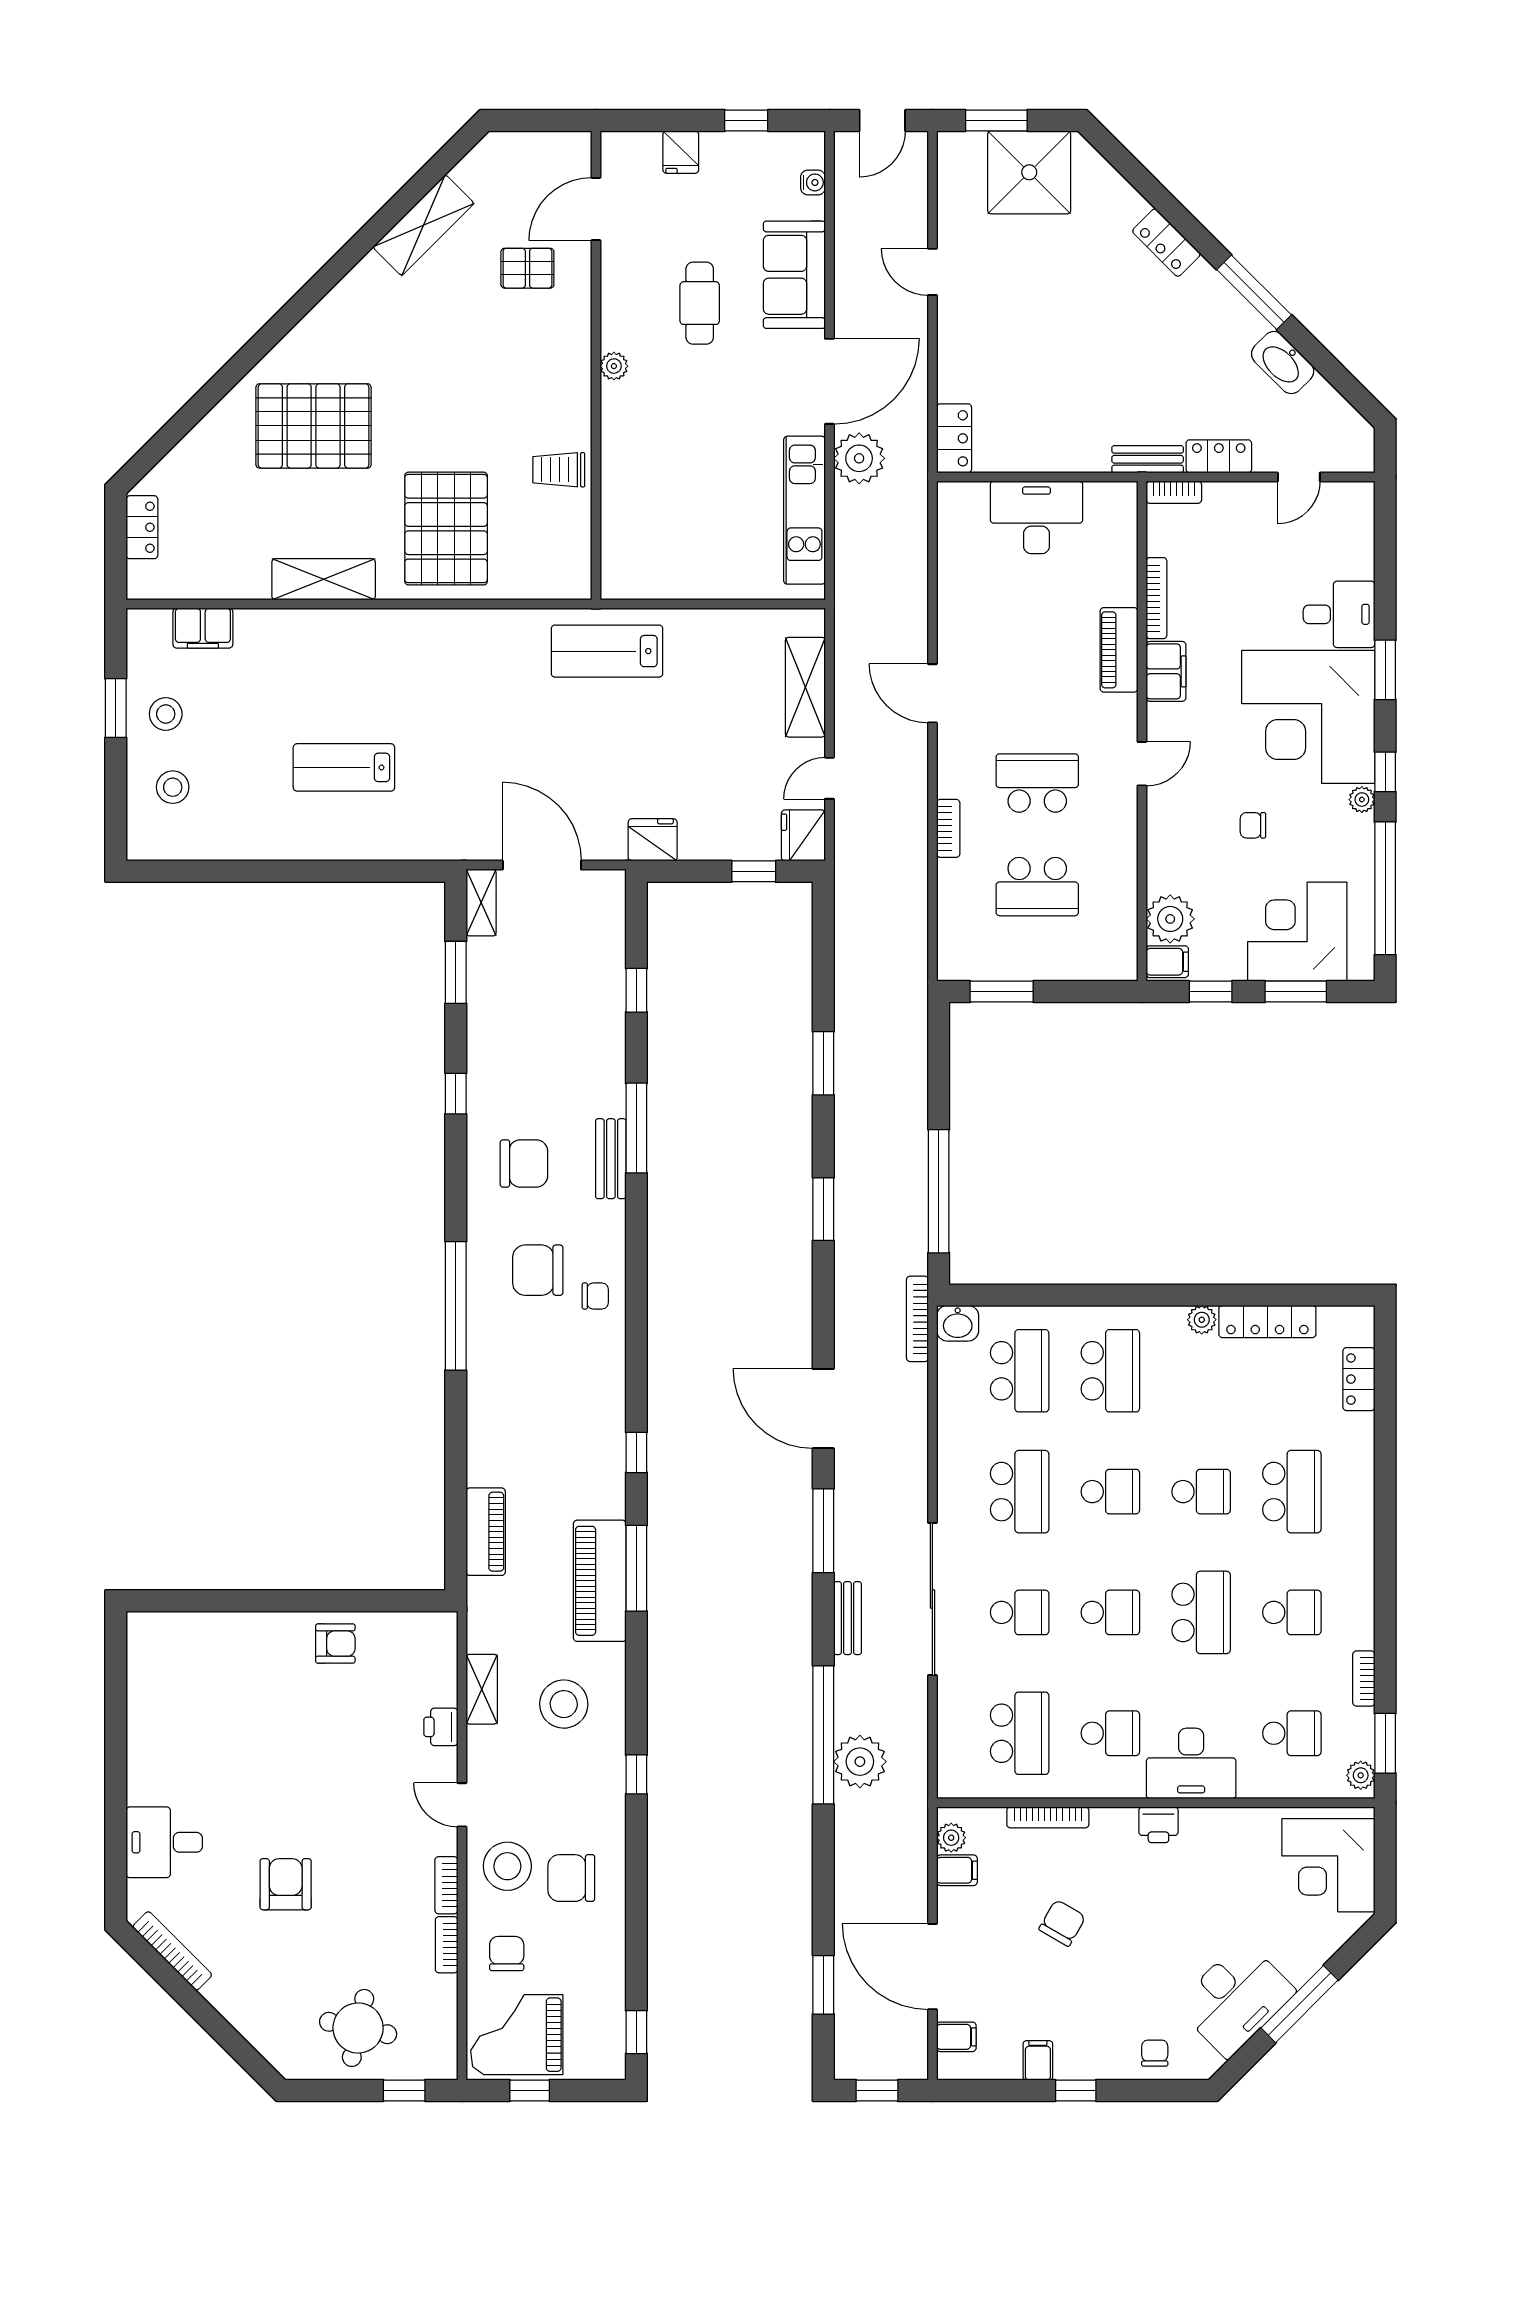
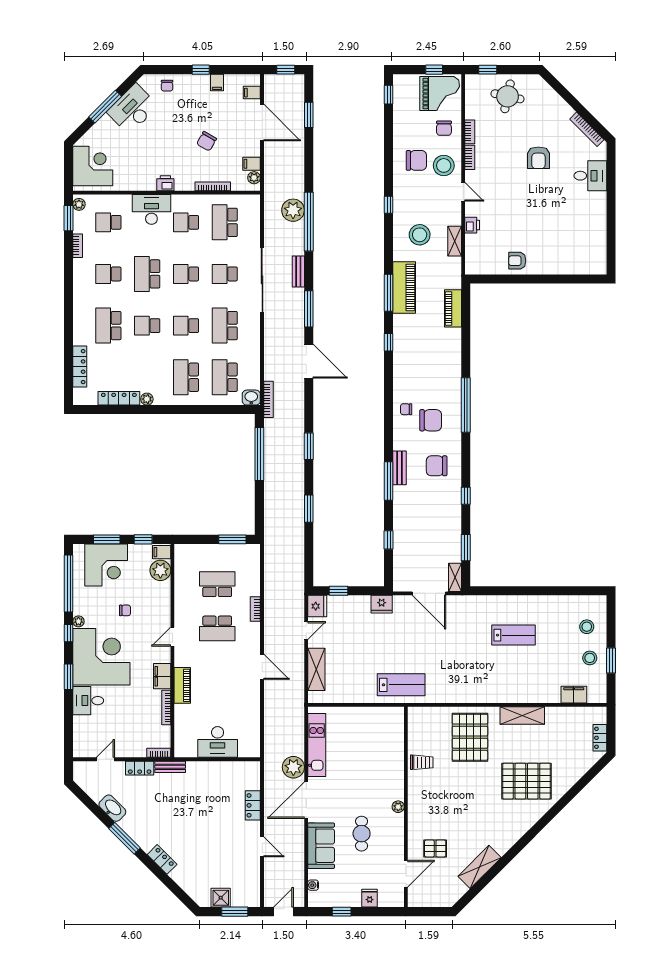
shower: (1029, 172) -> (221, 898), width x0.54, depth x0.54
locker: (954, 438) -> (253, 805), moved
locker: (1359, 1379) -> (80, 367), width x1.53

